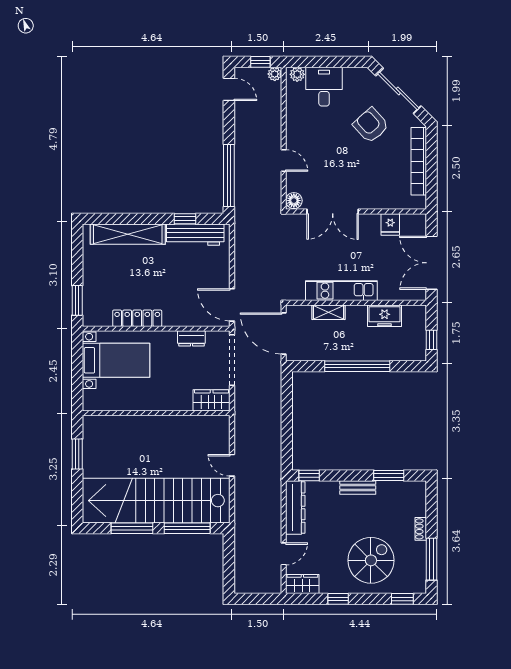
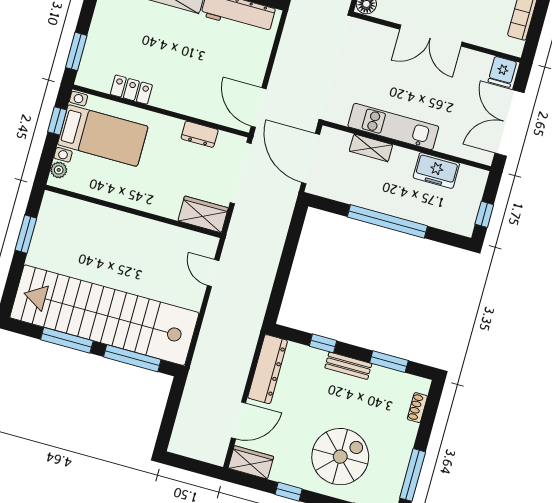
double door: (333, 211) -> (431, 36), moved
fridge: (390, 224) -> (502, 72), moved
locker: (137, 318) -> (131, 90), width x0.66
window: (77, 359) -> (57, 121), added
plant: (89, 397) -> (59, 170), added
door: (232, 465) -> (213, 273), moved
window: (309, 475) -> (323, 343), moved
shoe rack: (421, 529) -> (417, 408), moved
door: (284, 554) -> (239, 420), width x1.38

